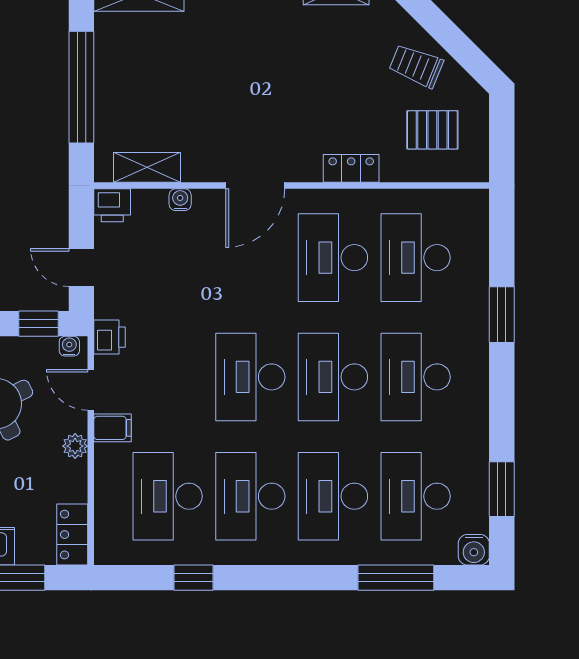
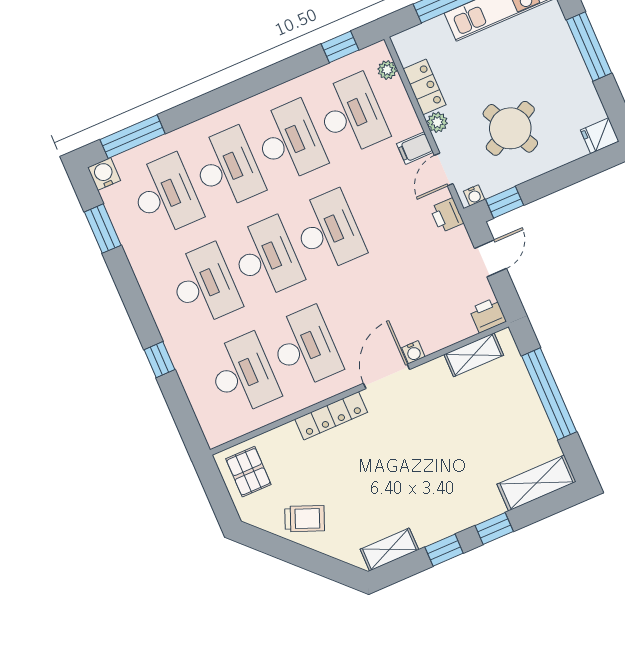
pallet: (432, 130) -> (248, 472), moved, turned 90
locker: (351, 168) -> (331, 416), width x1.53
water cooler: (180, 200) -> (413, 352), moved
door: (81, 268) -> (490, 258), hinge flipped
window: (502, 315) -> (159, 360), width x0.67
door: (91, 390) -> (444, 170), swing flipped
plant: (106, 529) -> (387, 70), added
locker: (72, 535) -> (425, 87), moved
window: (194, 578) -> (340, 47), moved
window: (396, 578) -> (133, 137), moved

